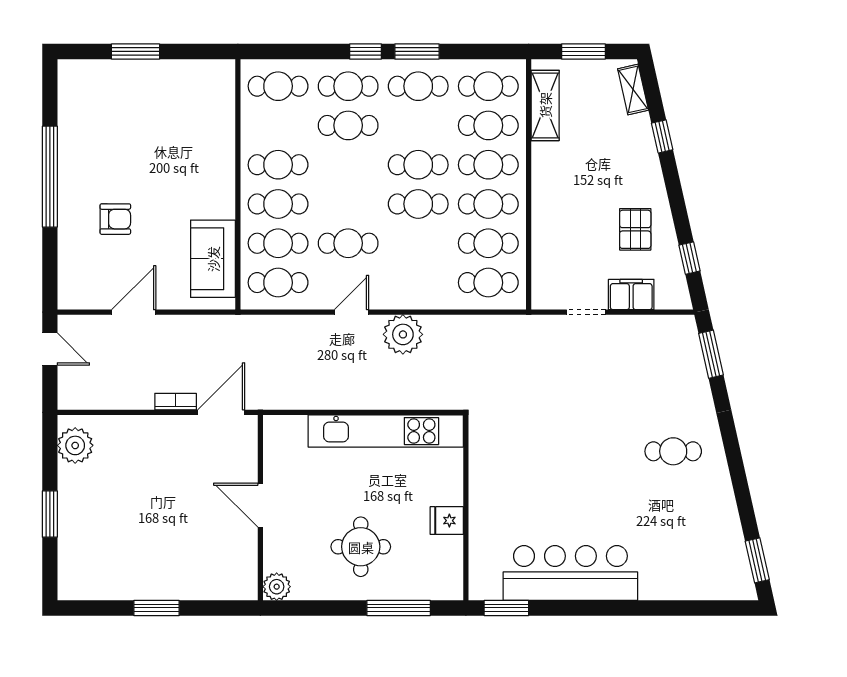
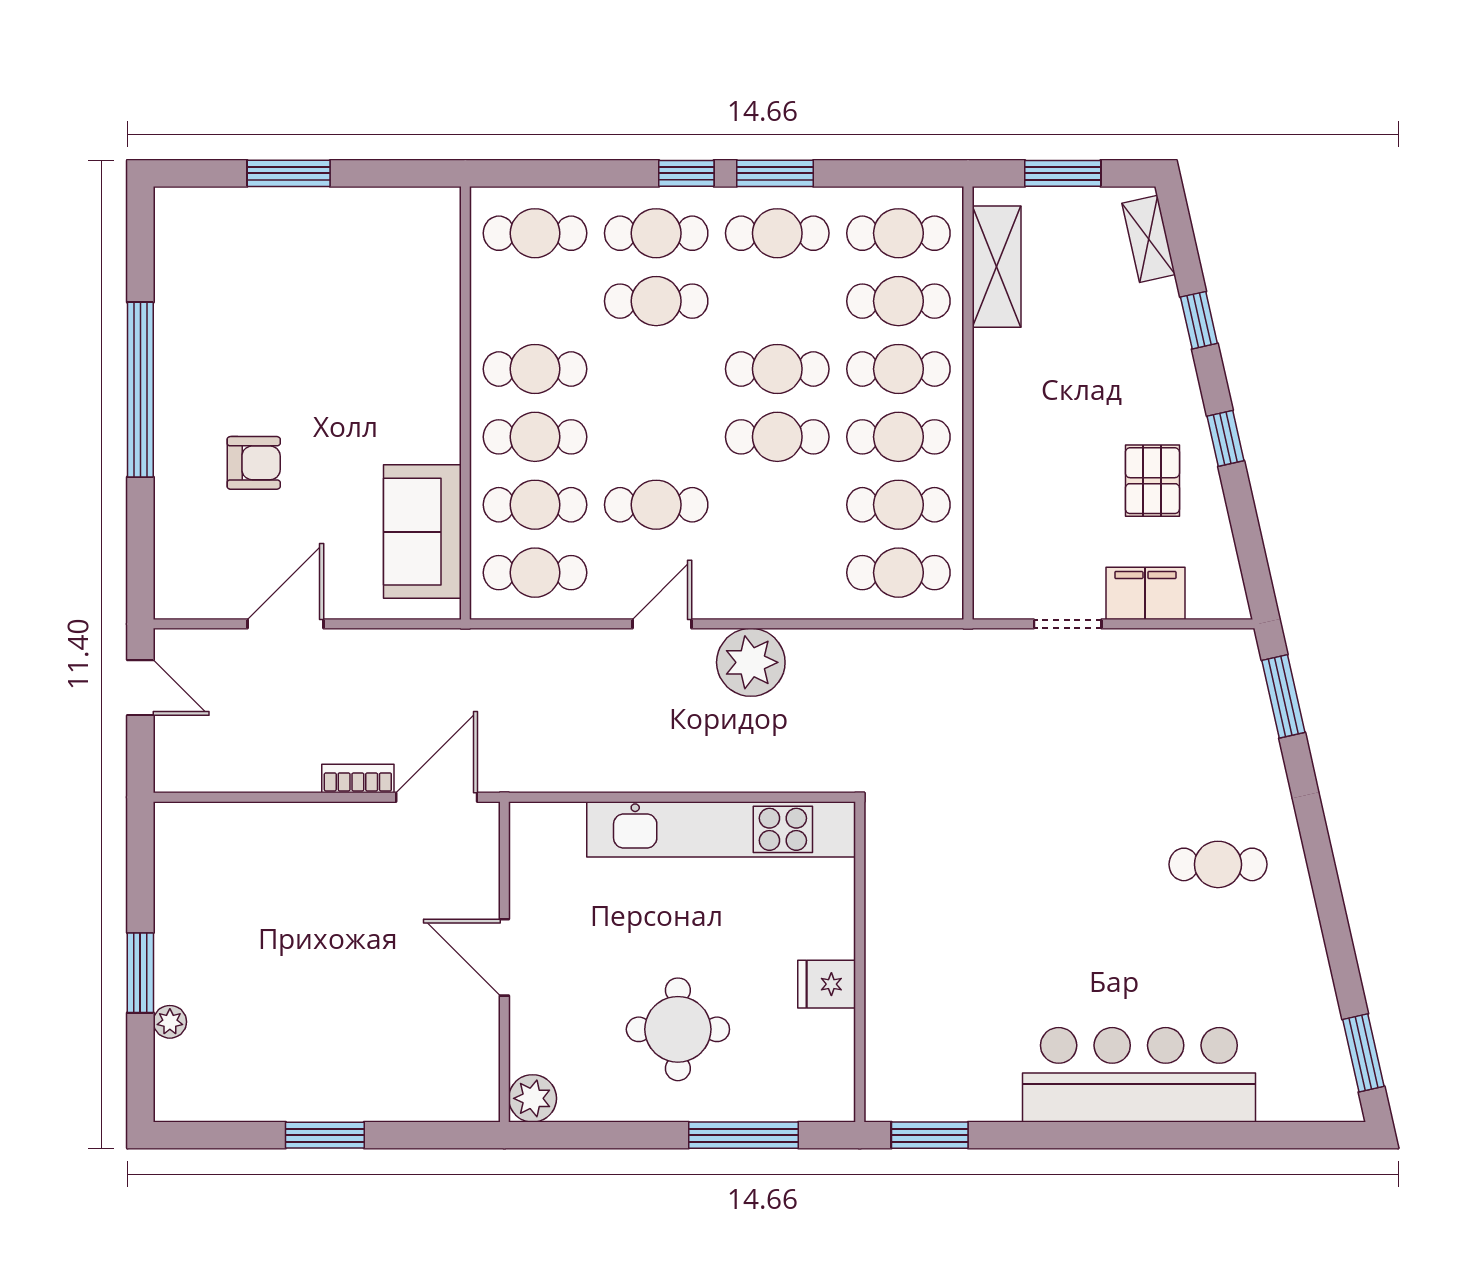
window: (689, 258) -> (1225, 438), moved
plant: (75, 445) -> (170, 1022), moved, width x0.53, depth x0.53
bar counter: (570, 573) -> (1139, 1075), moved

